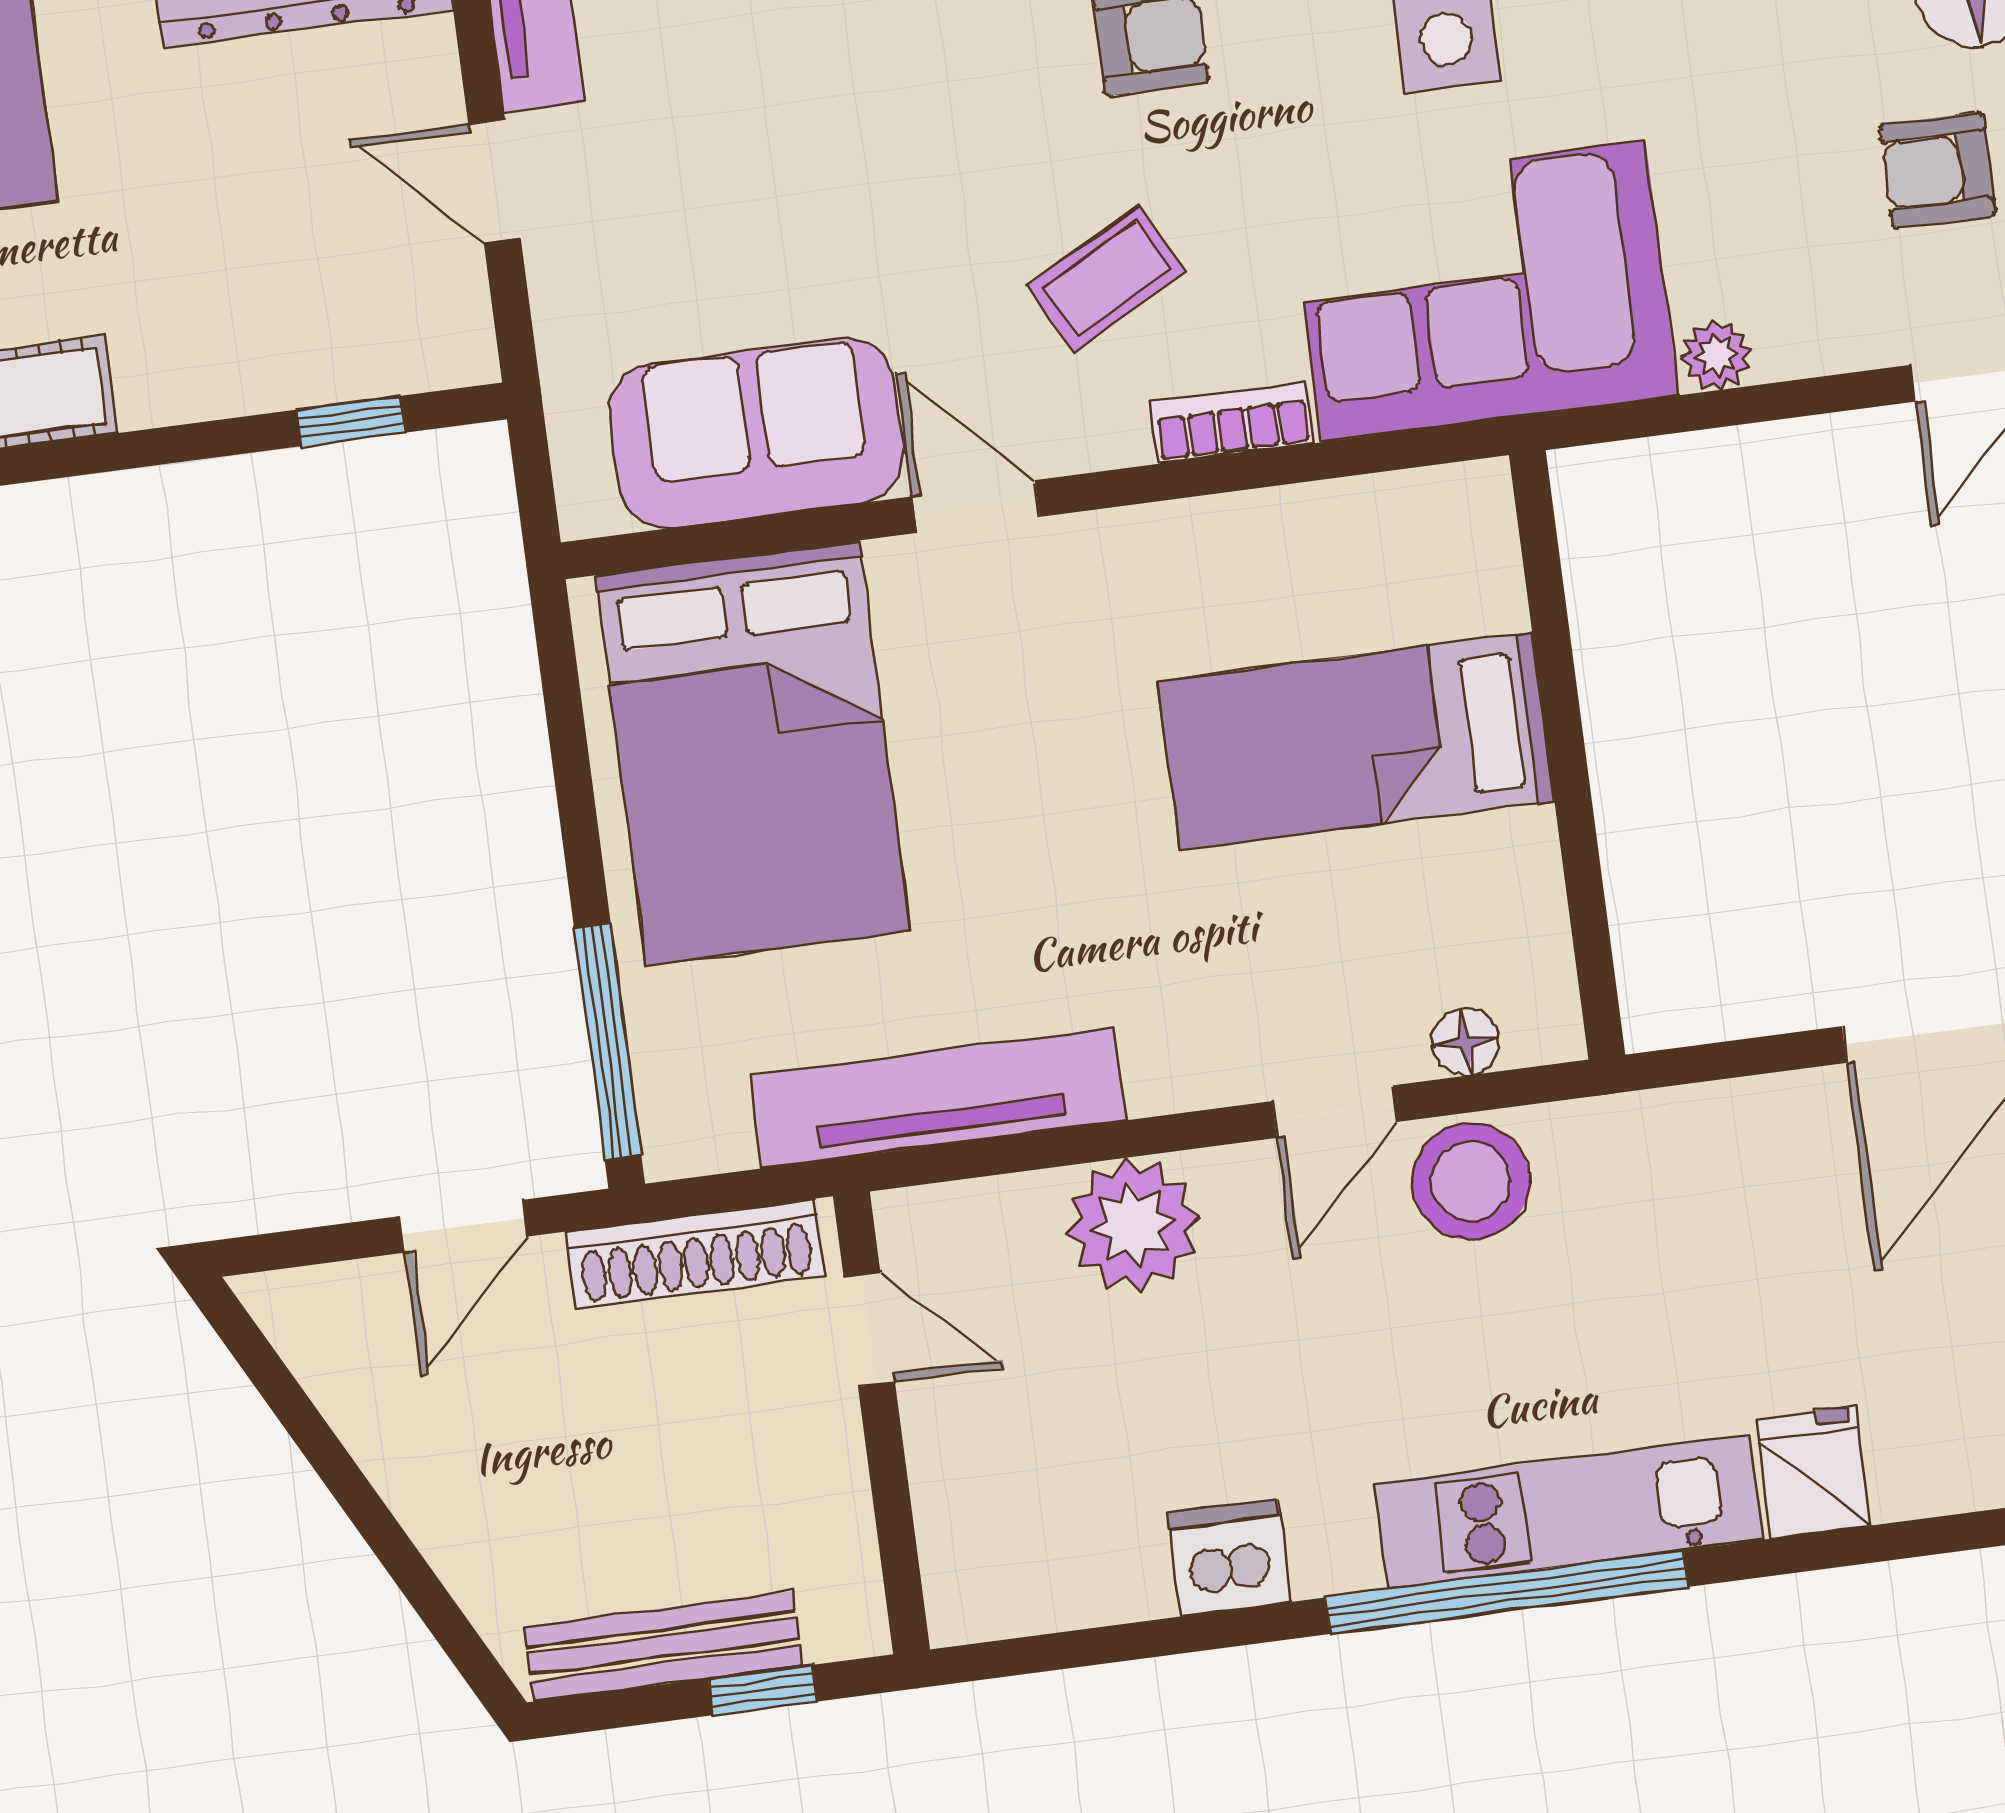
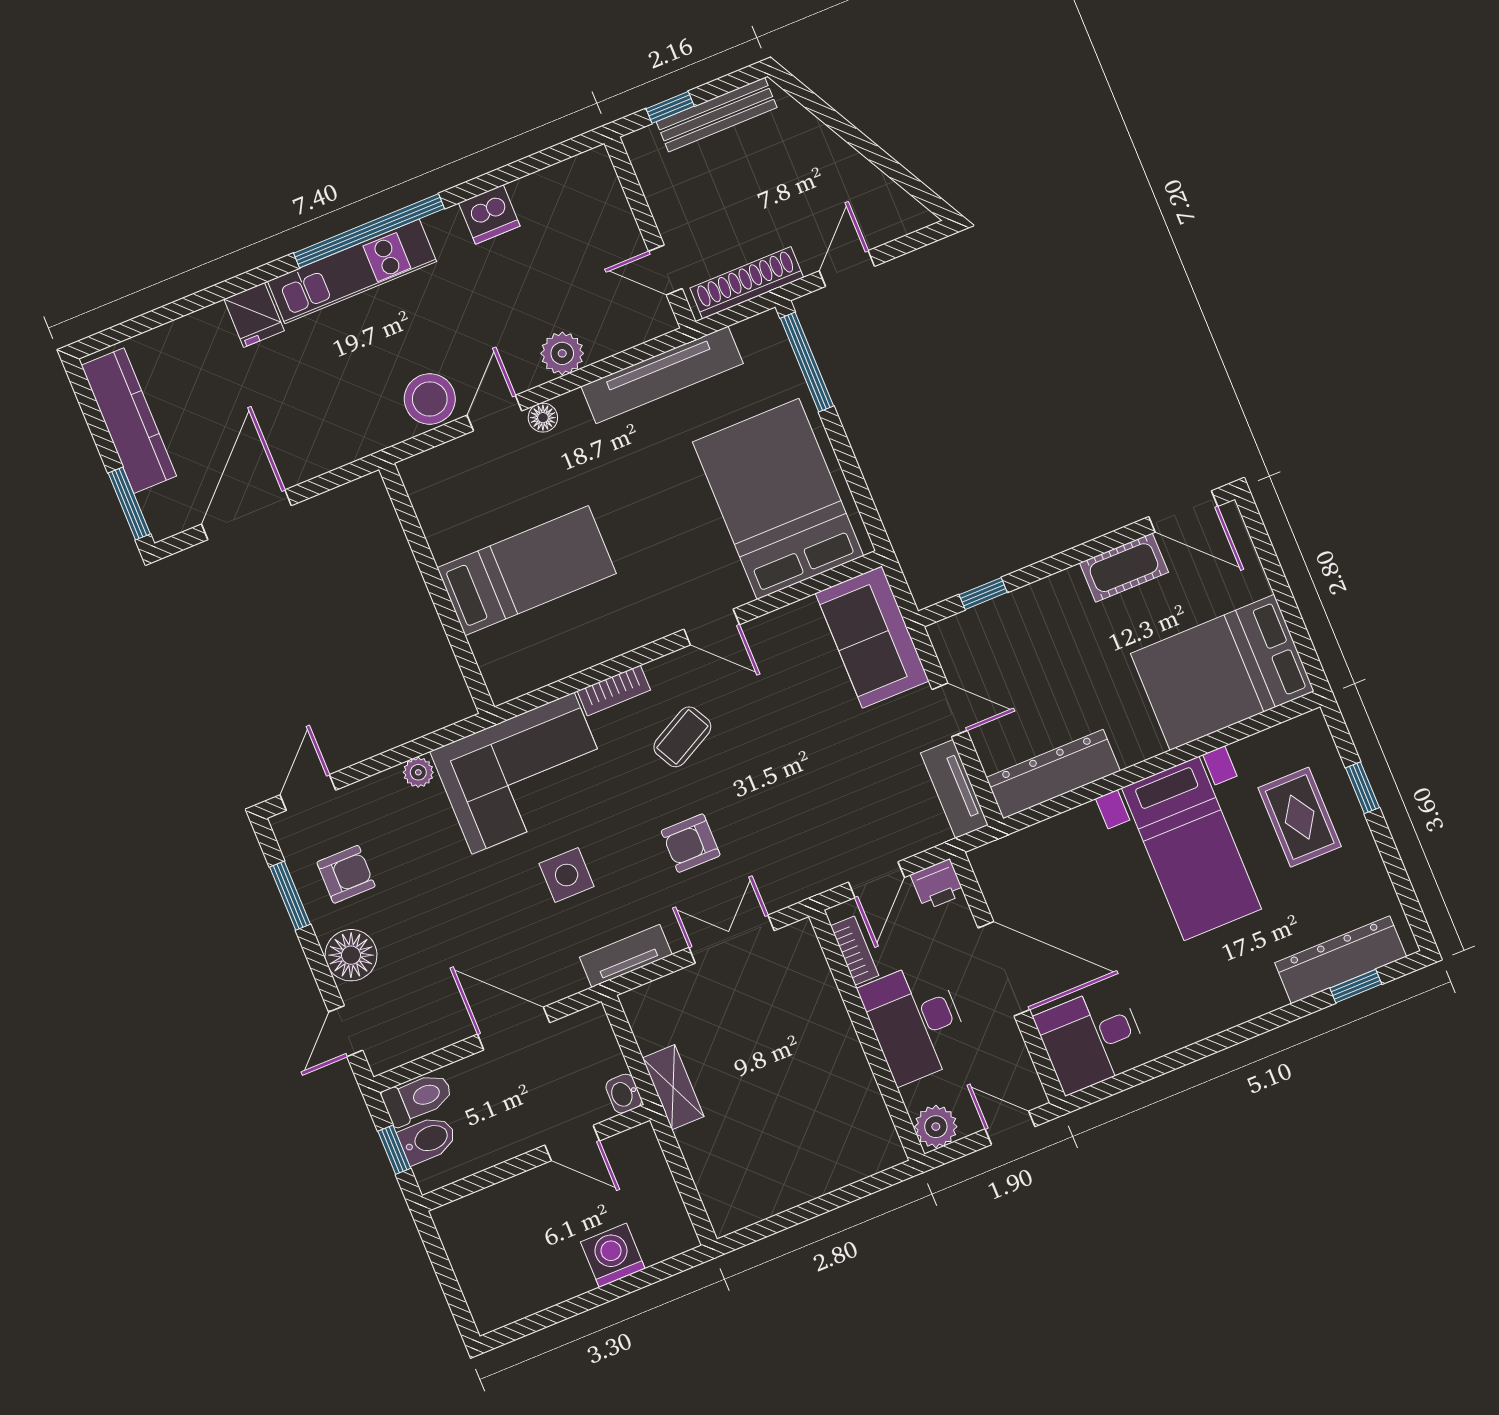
sofa: (756, 433) -> (872, 637), moved, turned 90
floor lamp: (1465, 1042) -> (543, 418), moved
plant: (1133, 1225) -> (562, 353), width x0.73, depth x0.73

